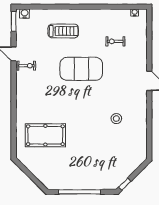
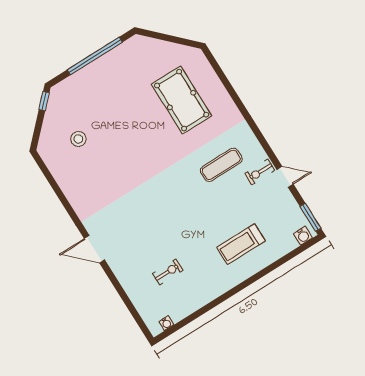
exercise mat: (81, 69) -> (221, 165), moved, width x0.50, depth x0.69
stool: (116, 119) -> (78, 139), moved
pool table: (45, 135) -> (182, 100), turned 90

